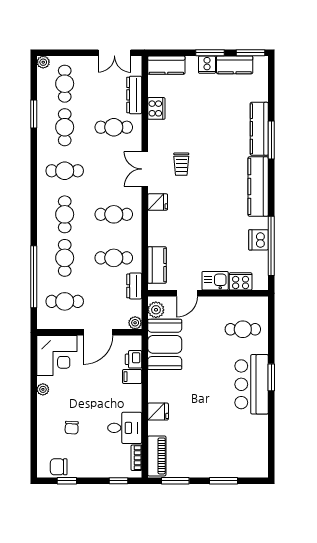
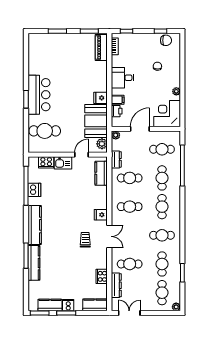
cafe table: (243, 329) -> (45, 131), width x1.37, depth x1.35
fridge: (158, 412) -> (101, 98), moved
desk: (125, 428) -> (122, 78), moved

